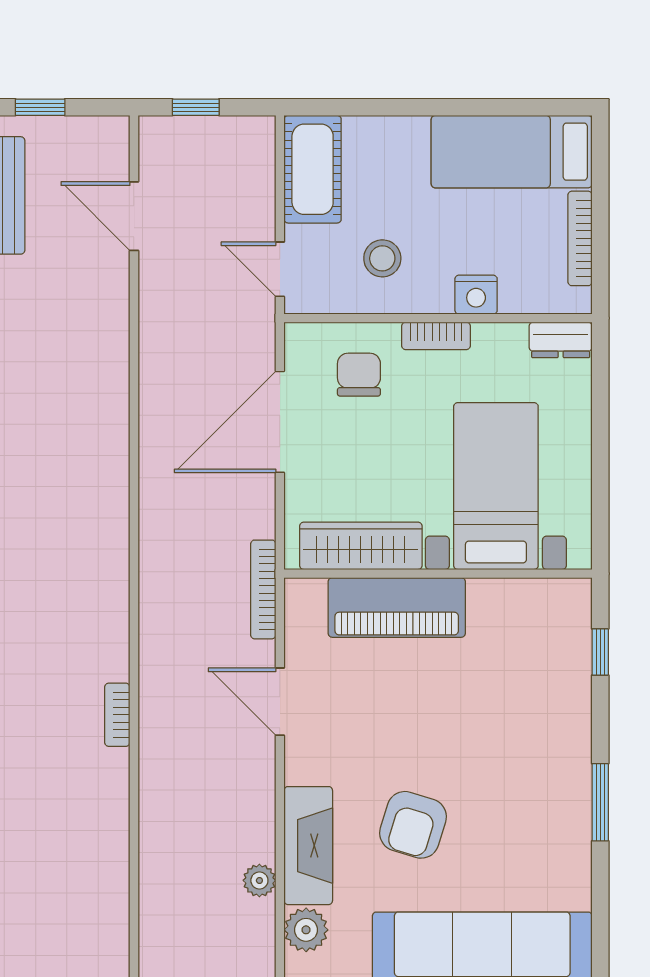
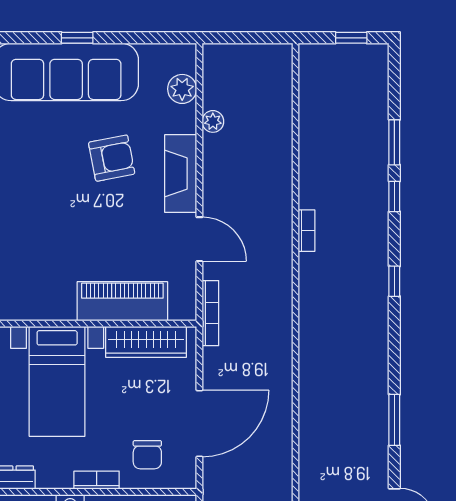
armchair: (413, 825) -> (112, 158), turned 62
fireplace: (308, 846) -> (181, 174), moved

